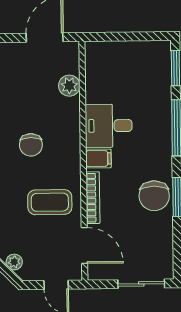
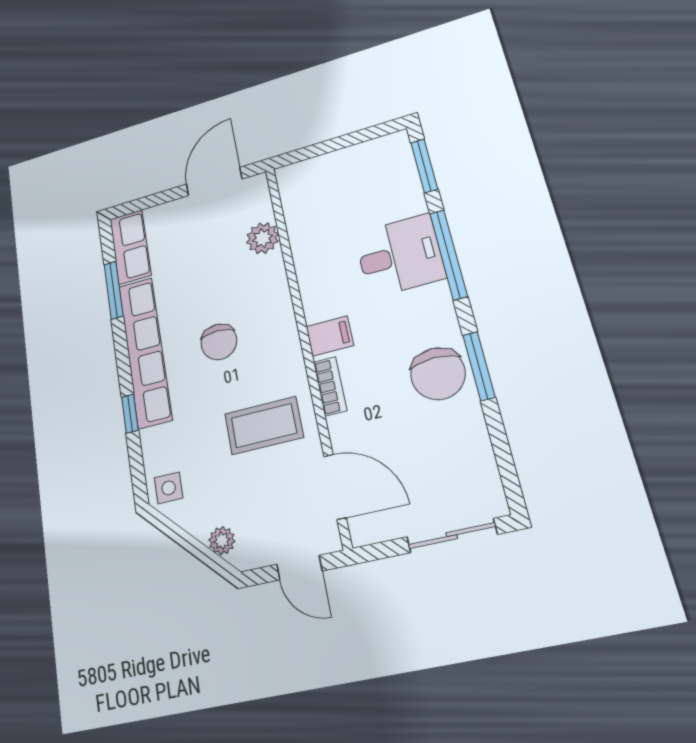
desk: (109, 126) -> (400, 256), moved, turned 180
bookcase: (93, 198) -> (330, 386), width x0.64

